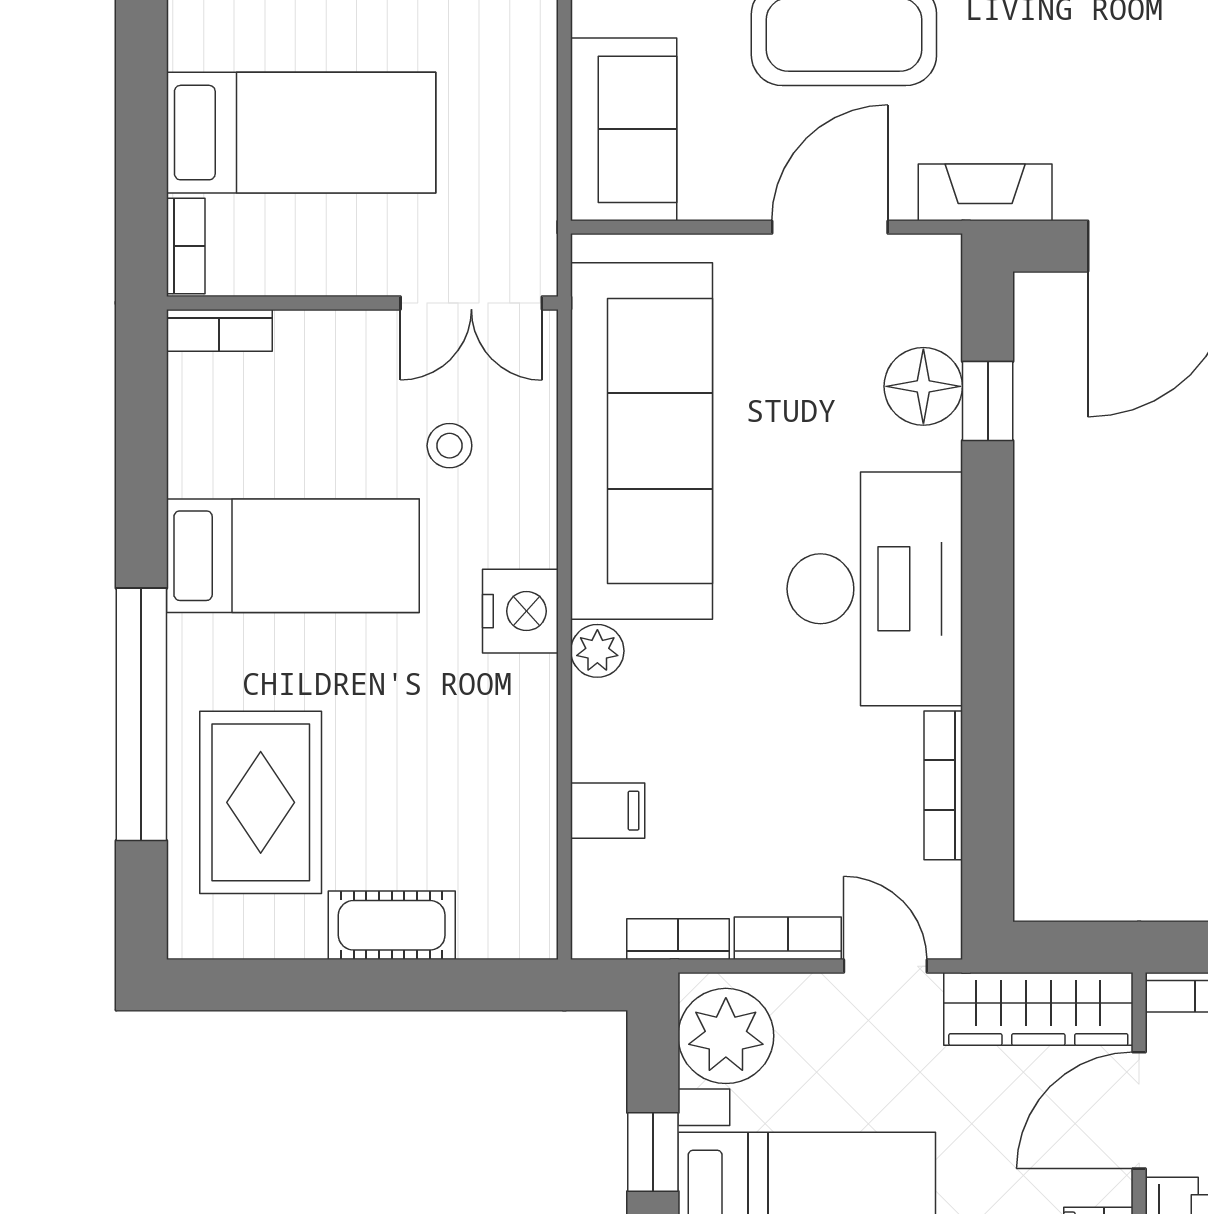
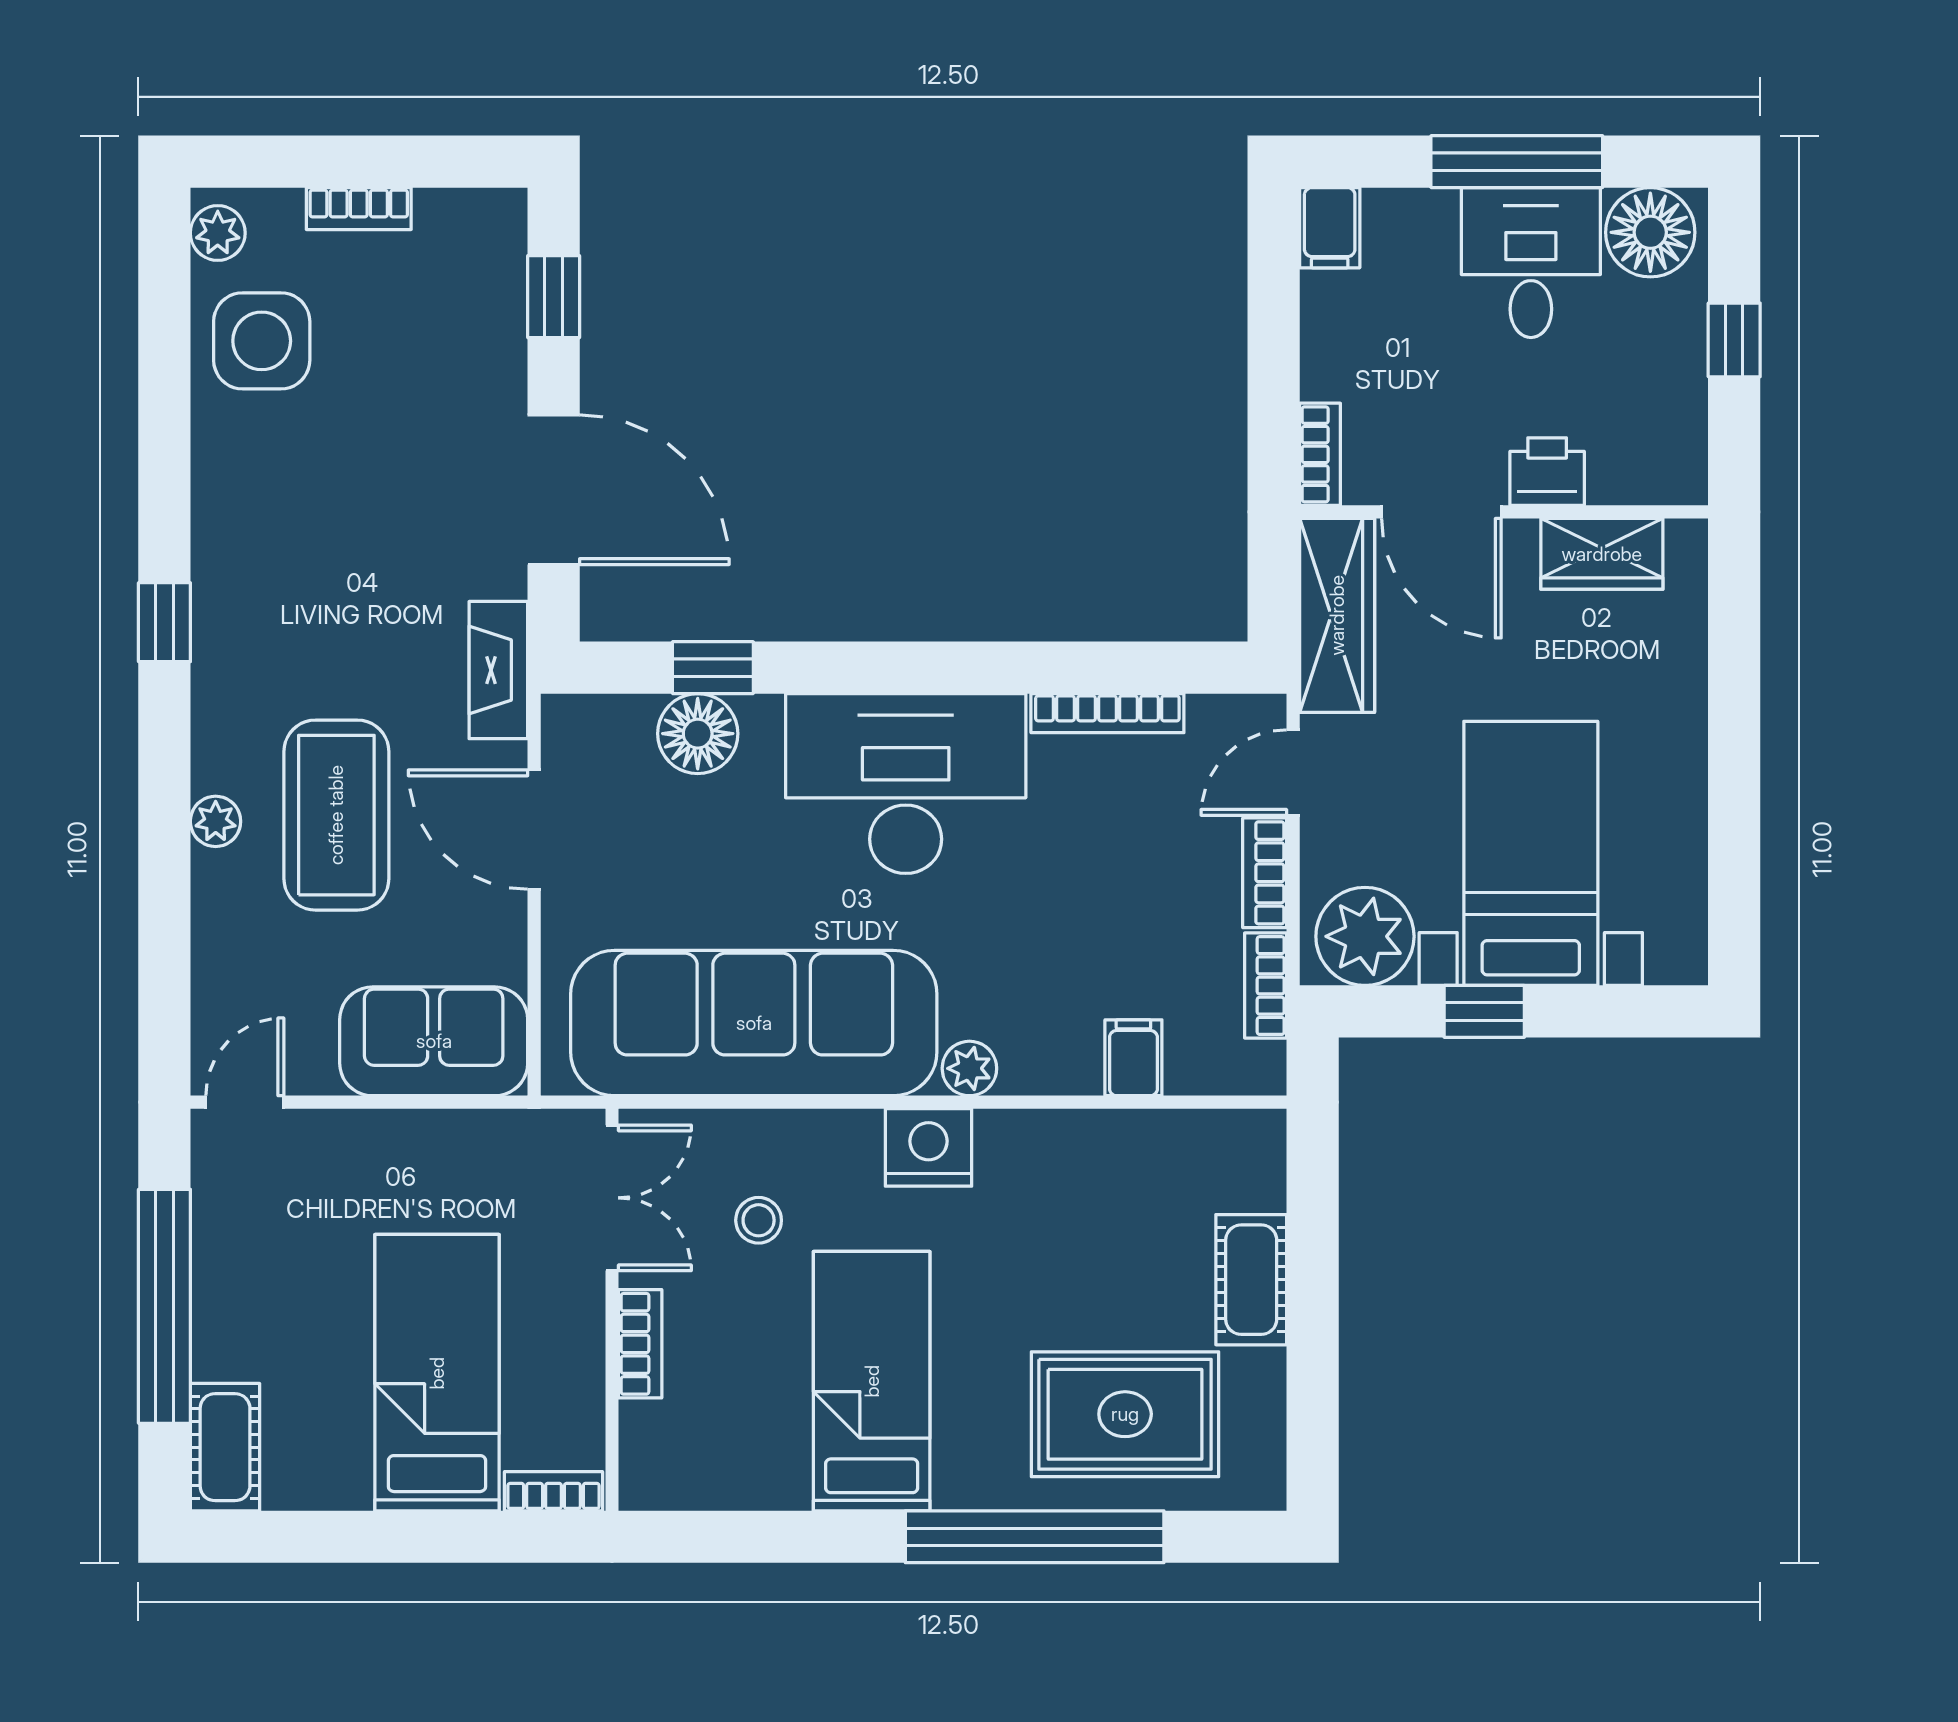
bookcase: (219, 330) -> (640, 1344), moved

